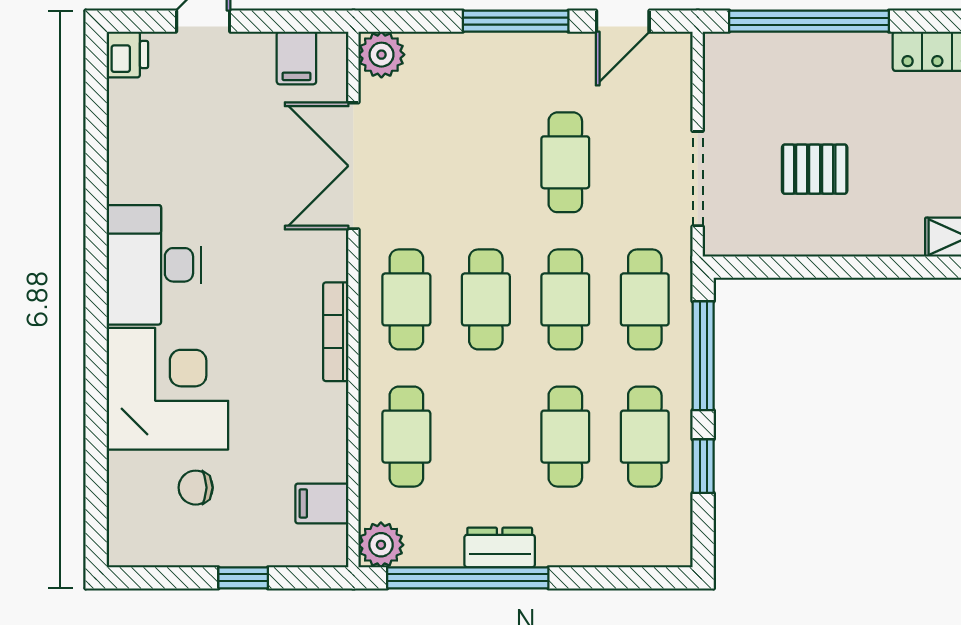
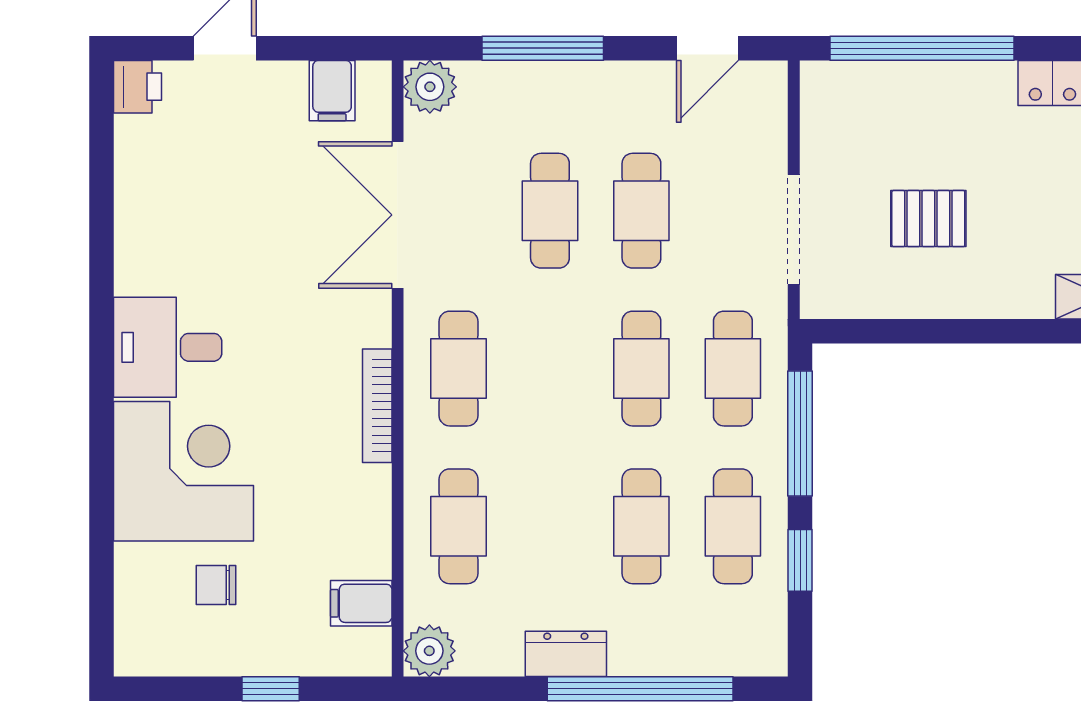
window: (516, 21) -> (543, 48), moved
desk: (154, 265) -> (168, 347), width x0.73
cafe table: (486, 299) -> (550, 211), moved
window: (468, 578) -> (640, 689), moved

